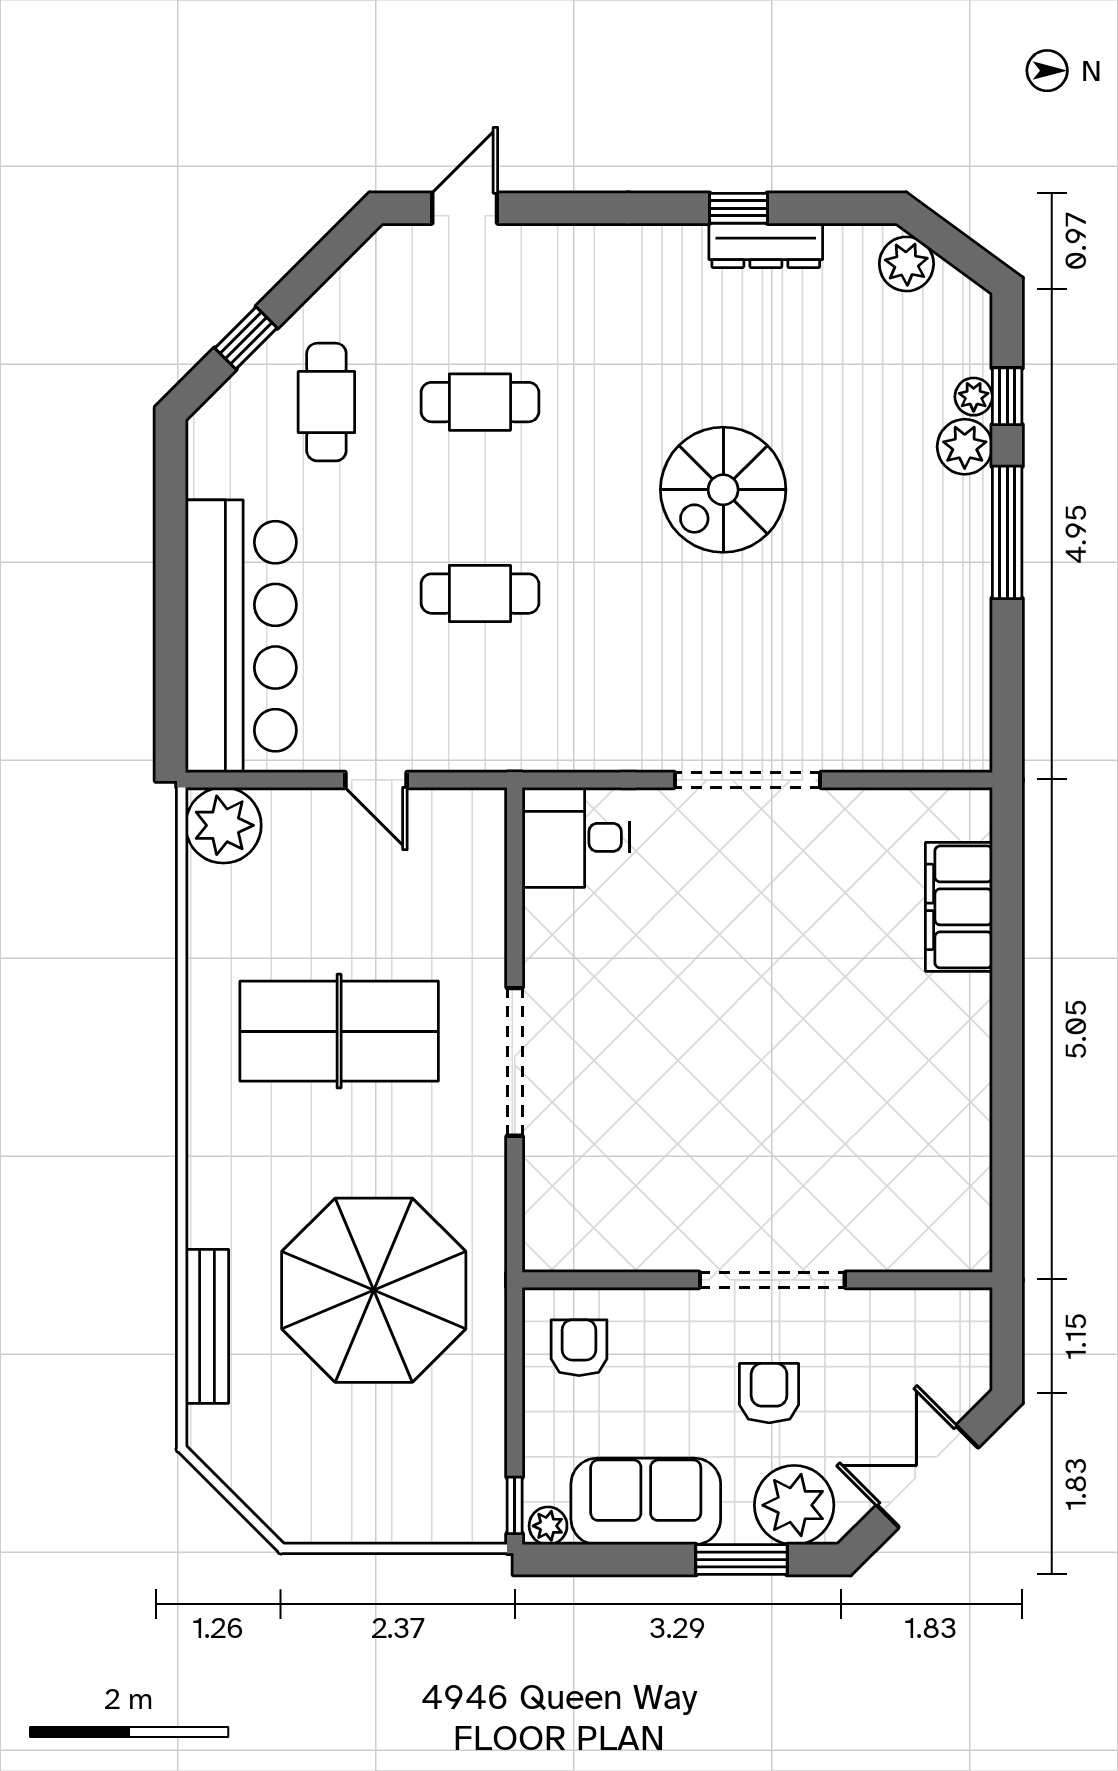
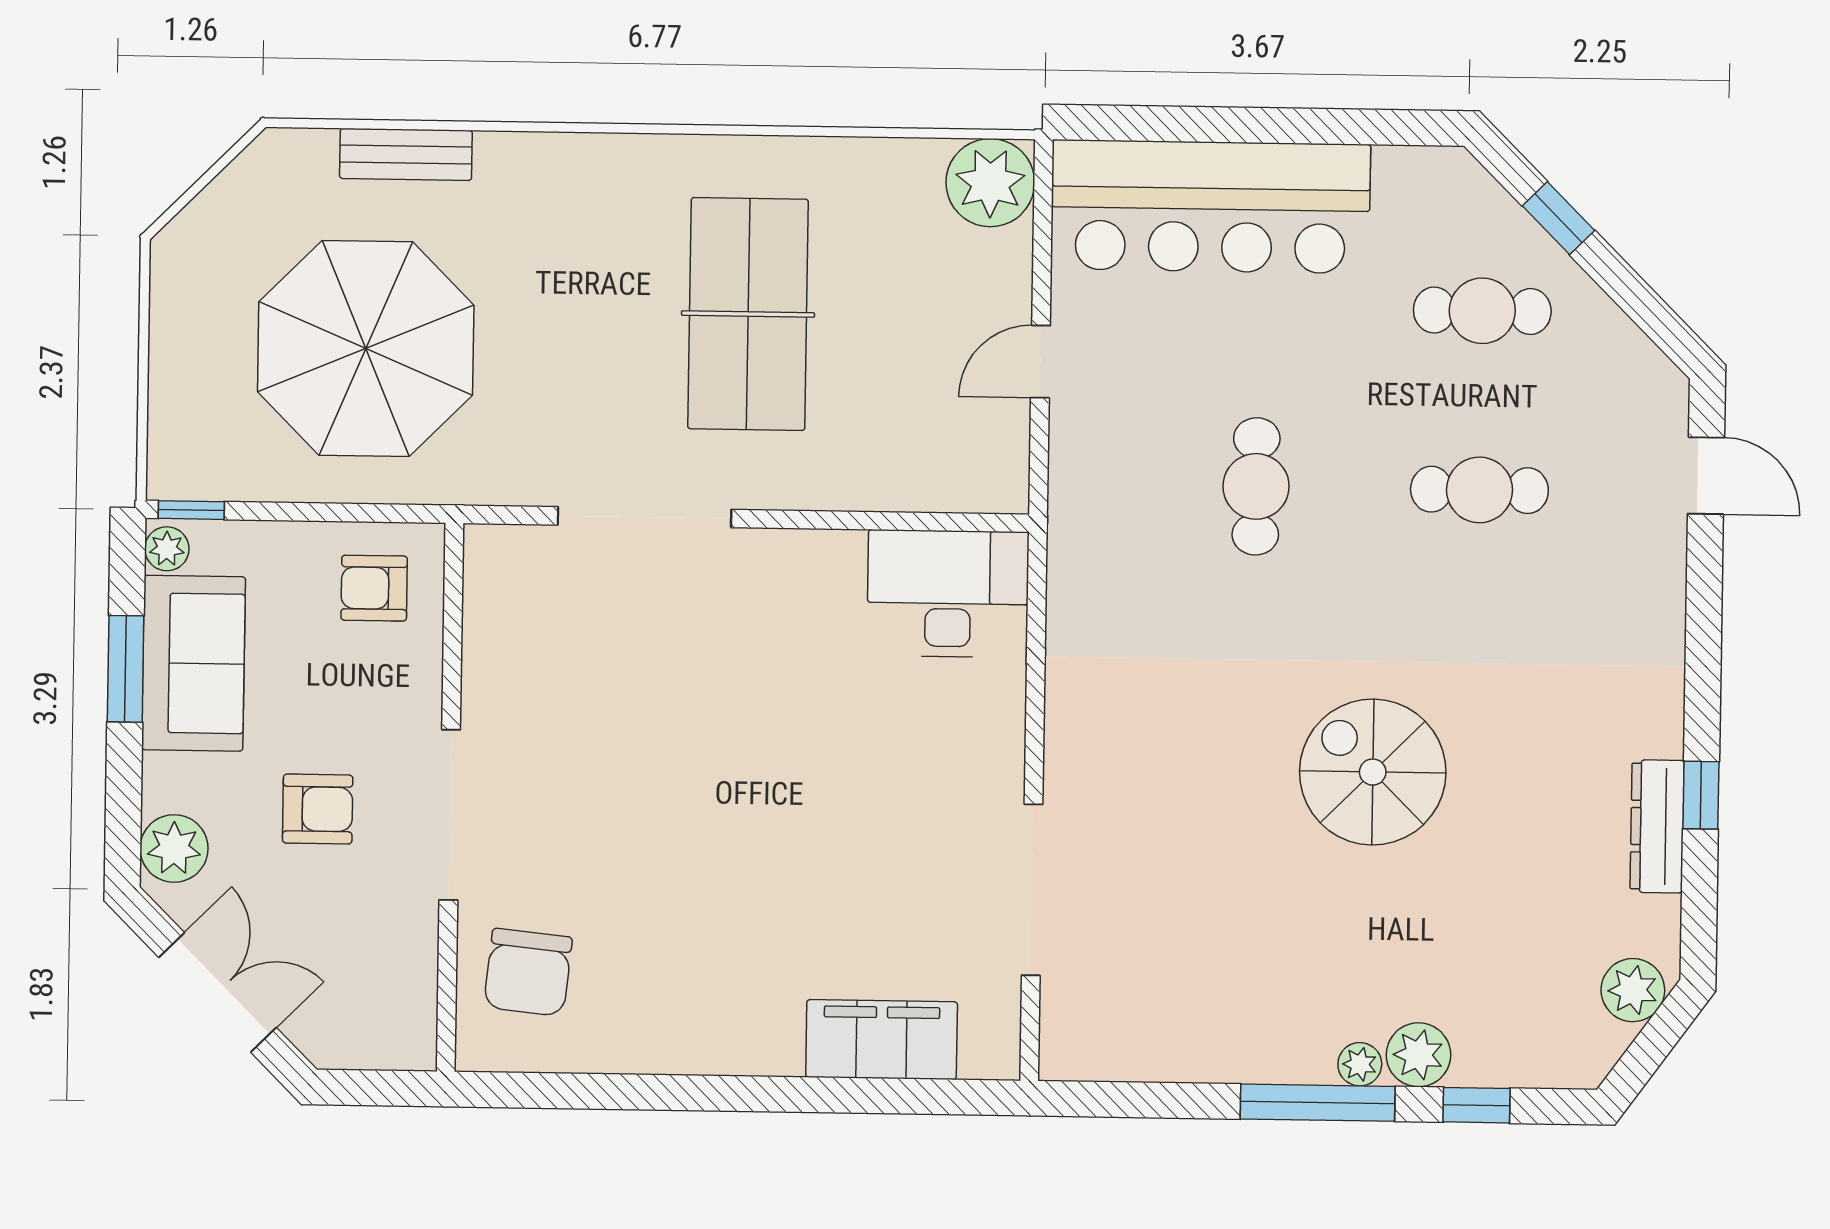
plant: (974, 397) -> (1360, 1064), moved
cafe table: (480, 402) -> (1479, 490), turned 90
doorway: (747, 780) -> (1032, 890), moved
desk: (576, 837) -> (948, 594), width x1.37
doorway: (515, 1062) -> (644, 517), moved
chair: (906, 1211) -> (528, 972), added
parasol: (374, 1290) -> (366, 348), moved
bench: (207, 1326) -> (406, 154), width x0.73
armchair: (579, 1348) -> (374, 588), turned 180
plant: (794, 1505) -> (174, 848), width x0.73, depth x0.73
window: (741, 1560) -> (126, 669), moved

